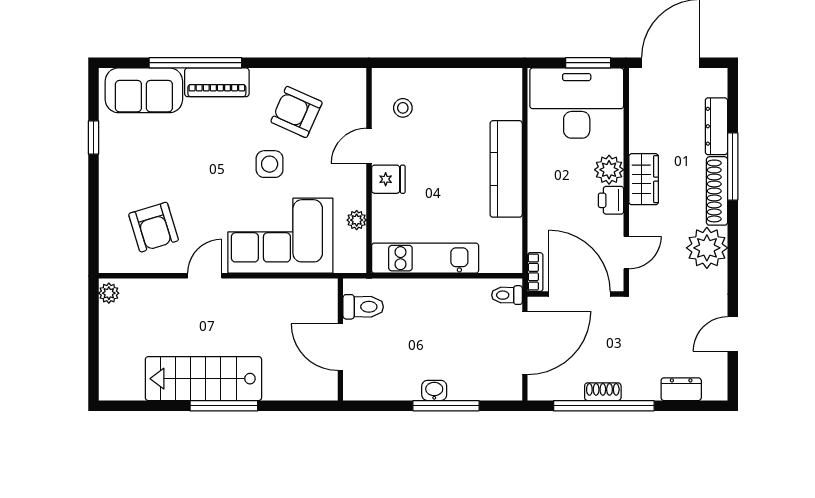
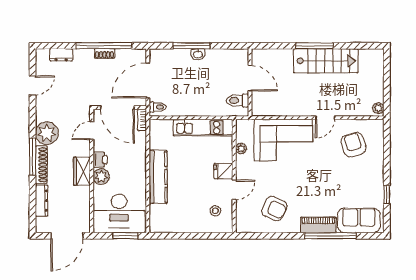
window: (588, 63) -> (126, 236), moved
side table: (270, 164) -> (289, 180), removed
window: (733, 166) -> (33, 157), moved

